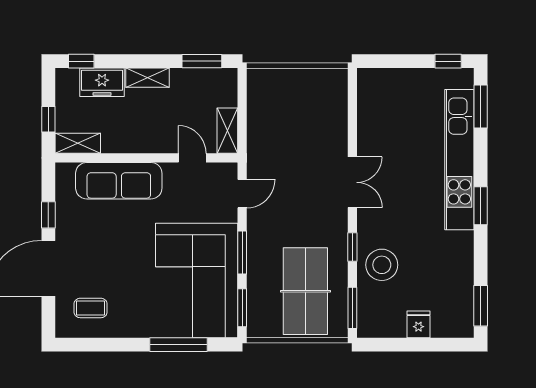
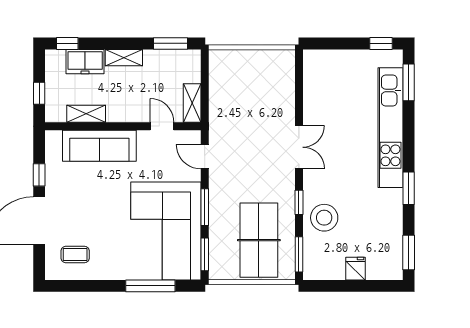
shelving: (78, 143) -> (86, 114), moved
door: (242, 194) -> (205, 157), swing flipped
window: (481, 206) -> (409, 188), moved

